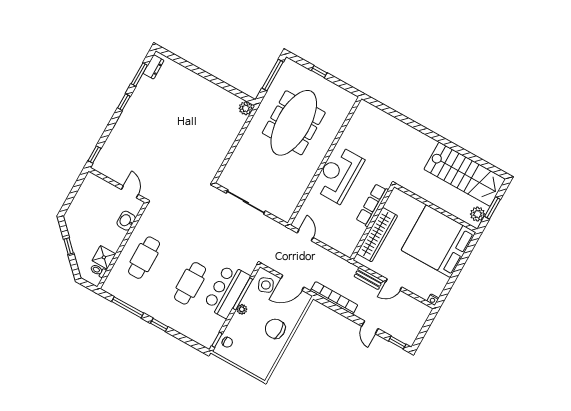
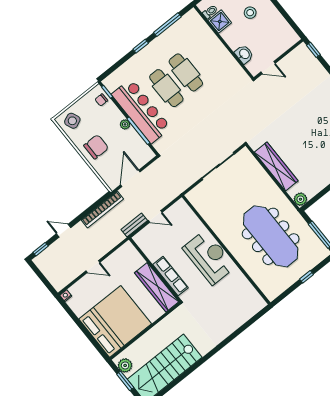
wardrobe: (223, 145) -> (276, 166), added
stool: (83, 231) -> (250, 13), added
door: (305, 235) -> (155, 216), moved
wardrobe: (377, 235) -> (157, 287), moved
cafe table: (144, 258) -> (186, 72), moved
bench: (369, 278) -> (134, 225), moved
side table: (266, 285) -> (72, 121), moved
door: (394, 285) -> (93, 267), swing flipped
bar counter: (227, 291) -> (141, 111), width x1.36

